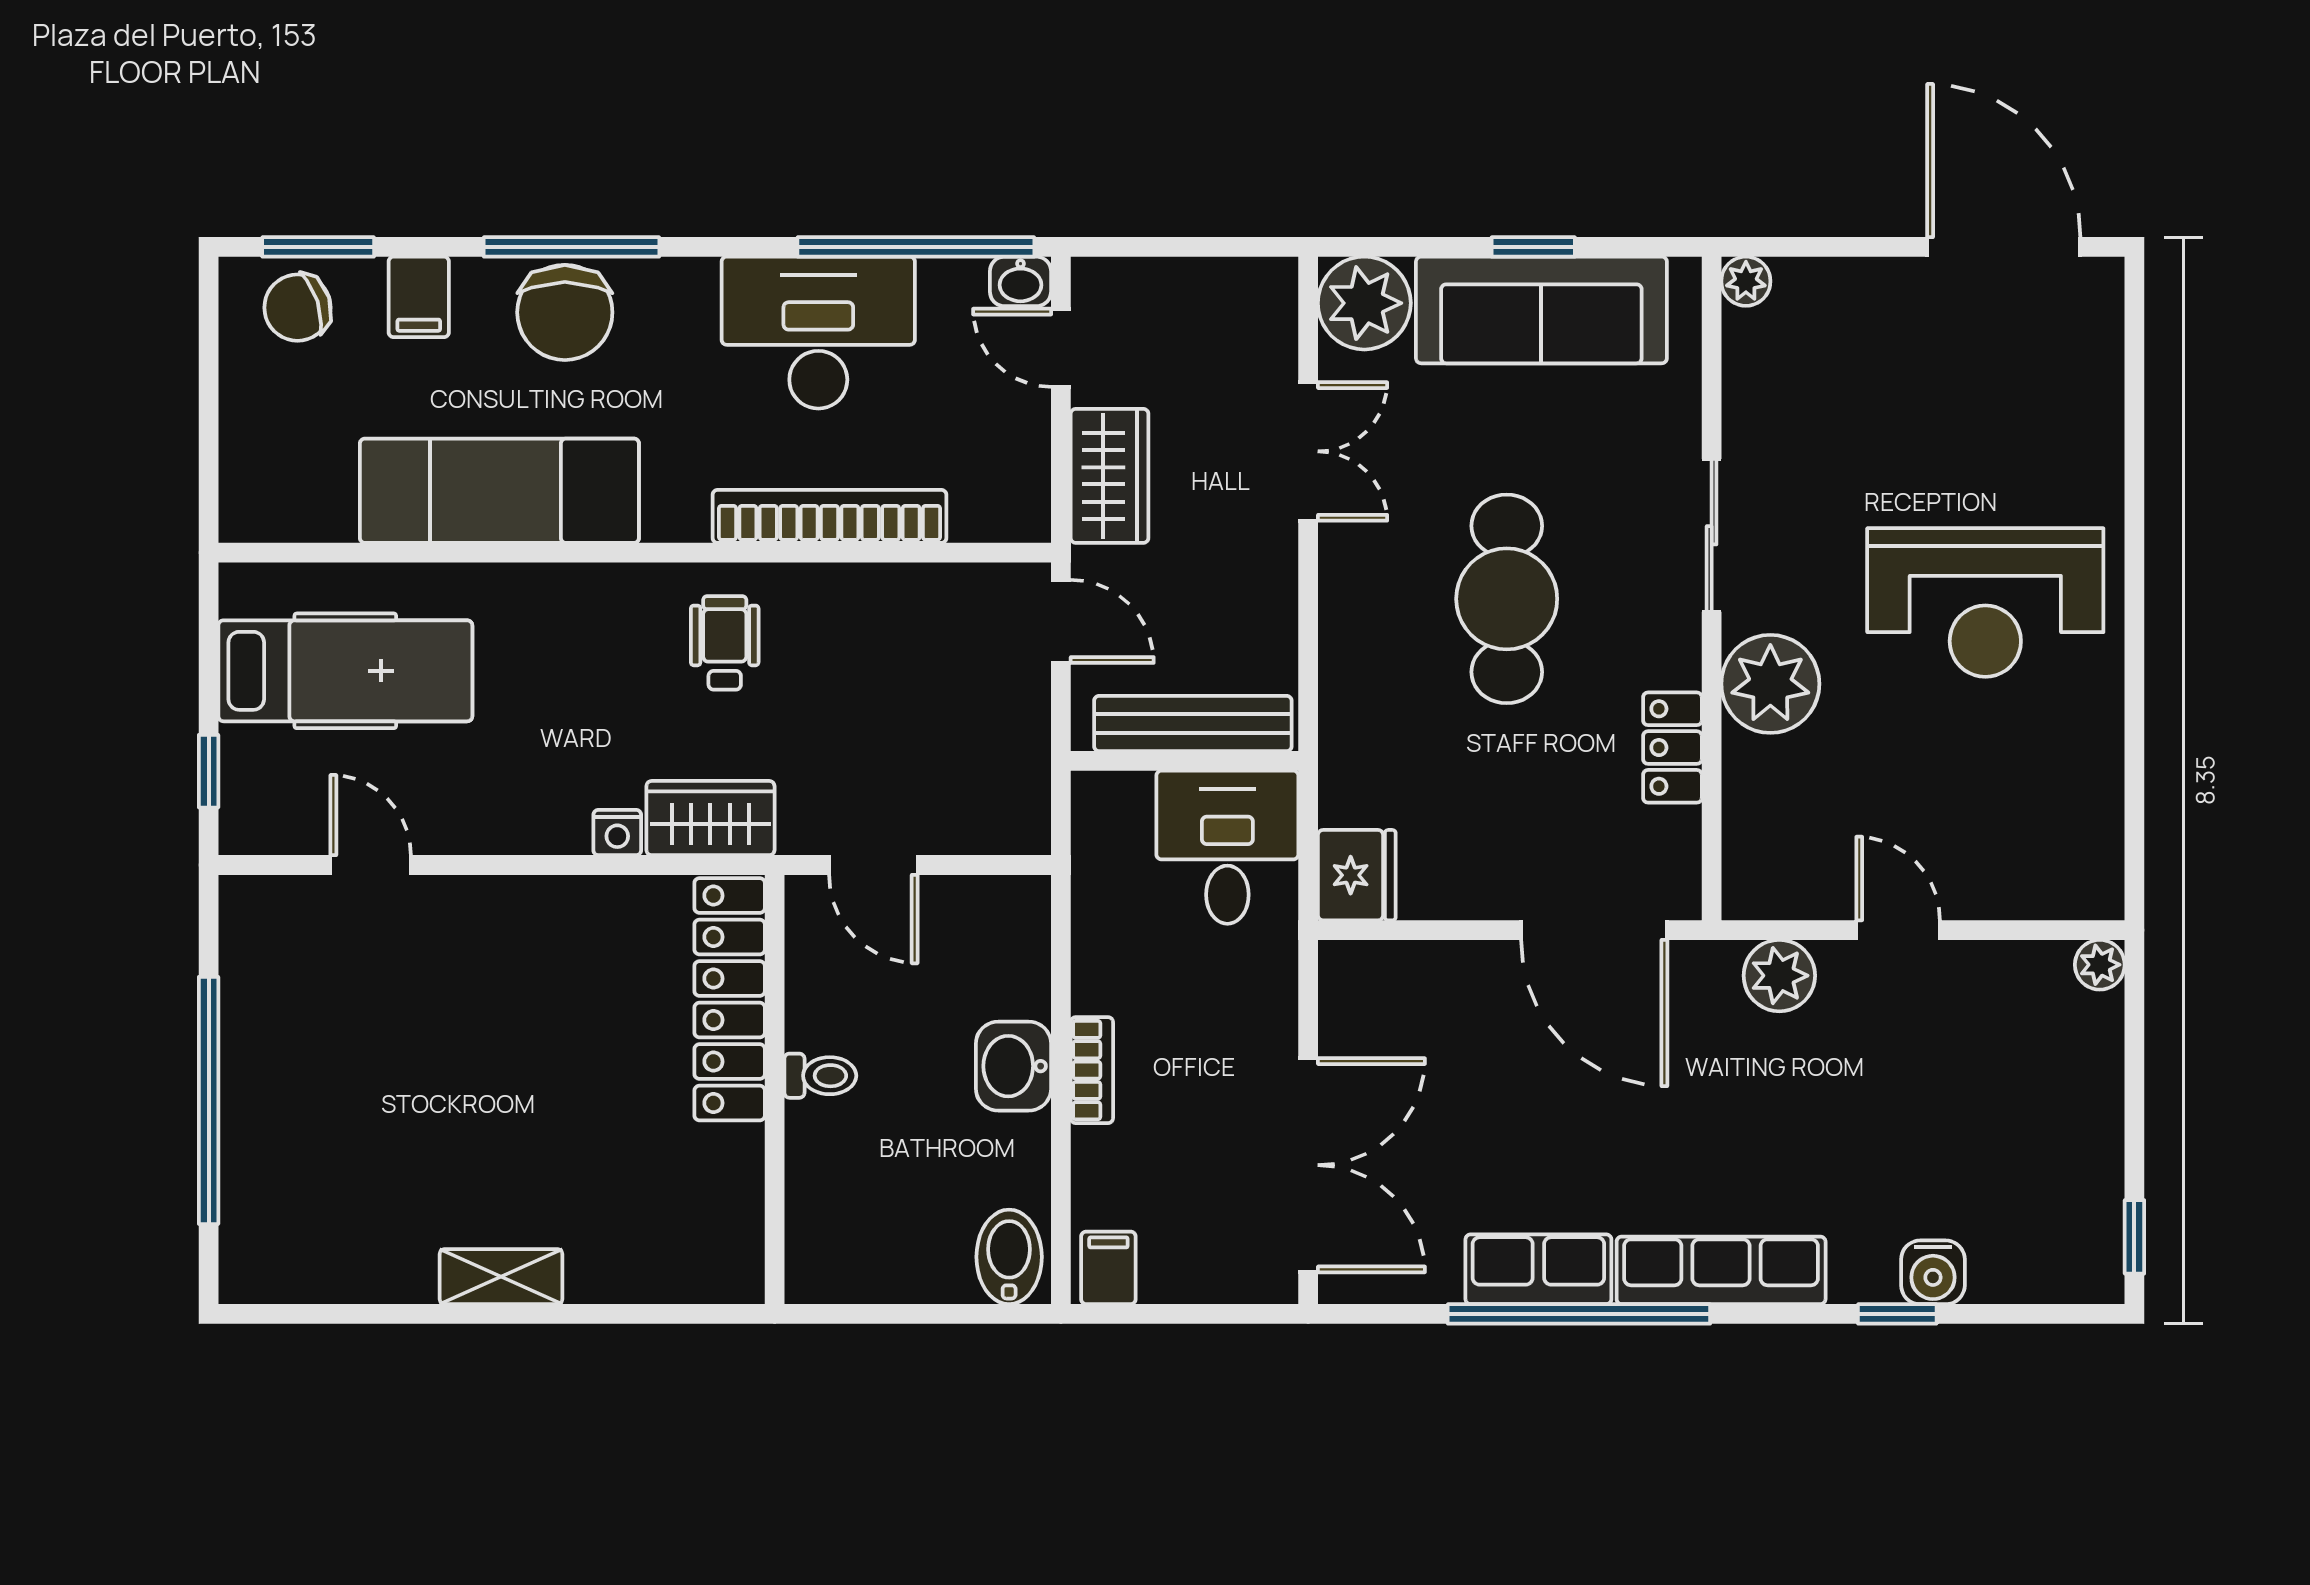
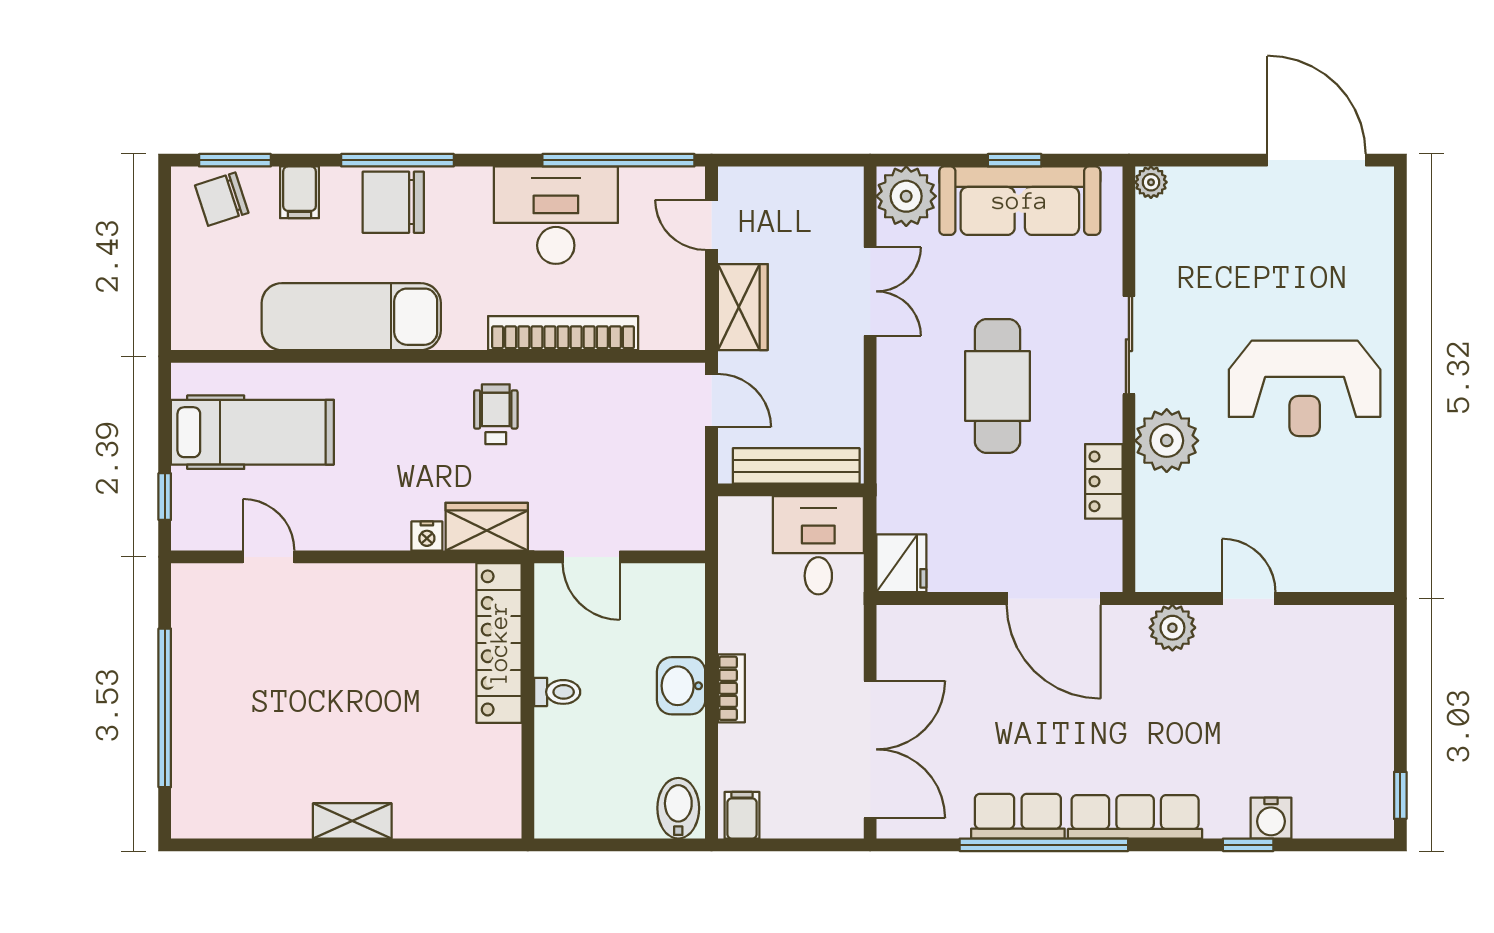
washbasin: (1020, 281) -> (686, 182), removed
chair: (565, 312) -> (393, 202), turned 90
plant: (2100, 965) -> (1378, 621), removed

